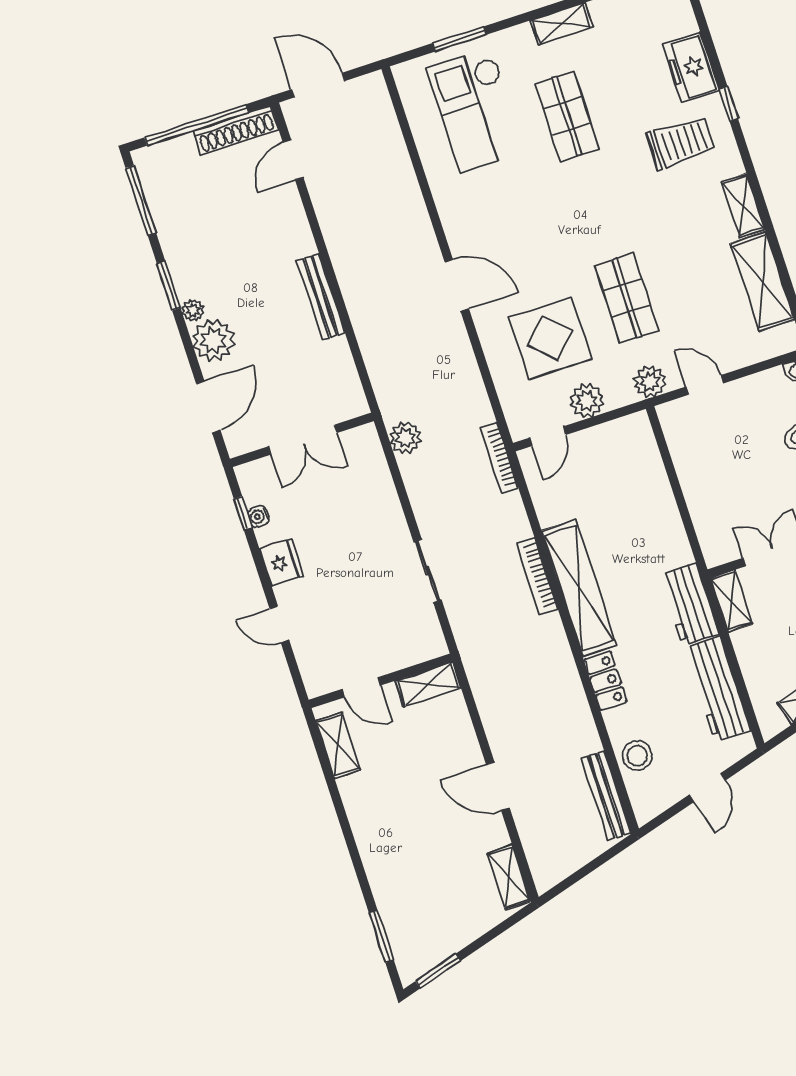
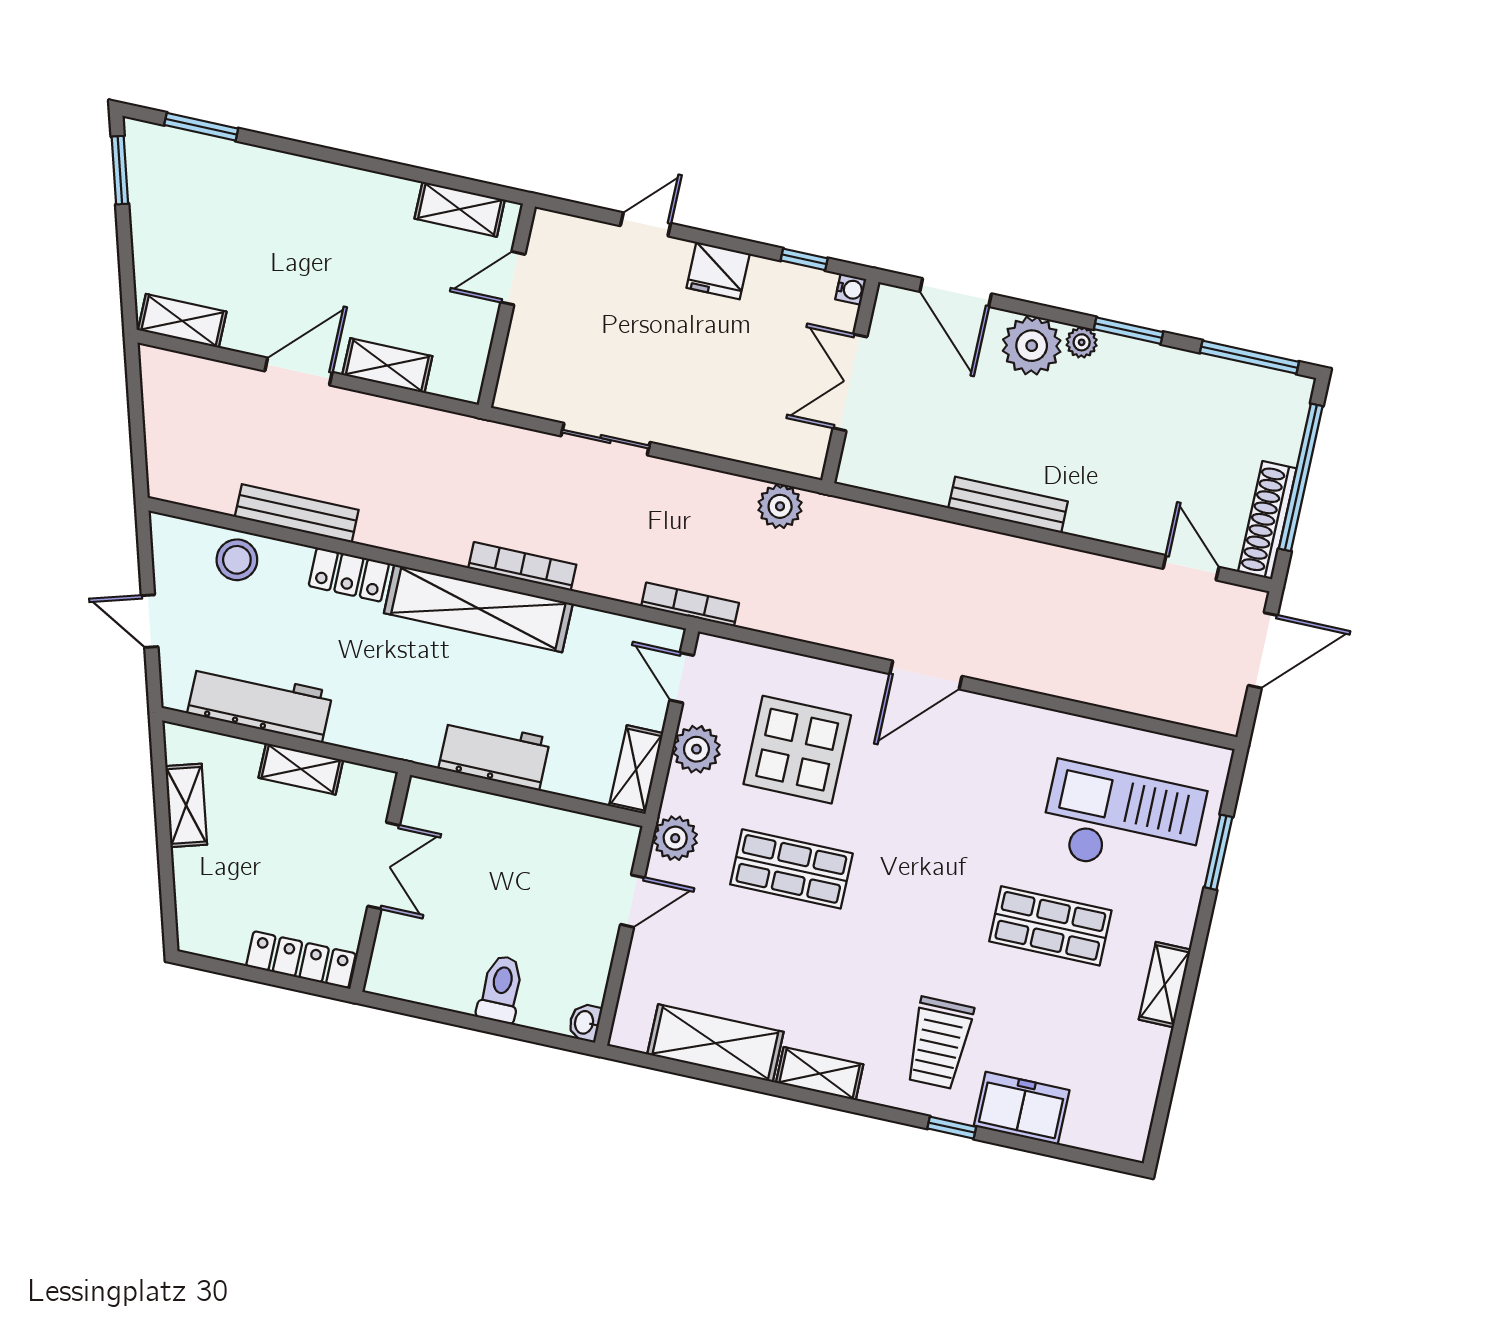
shelving: (622, 431) -> (636, 770), added
water cooler: (259, 516) -> (851, 289), moved, turned 90
shelving: (731, 601) -> (301, 769), moved
workbench: (689, 604) -> (494, 754), moved
shelving: (428, 684) -> (387, 366), moved, turned 90
bench: (606, 796) -> (297, 513), moved

